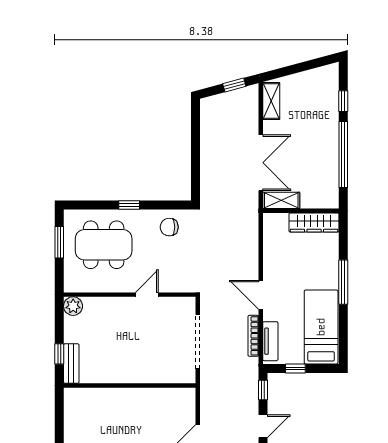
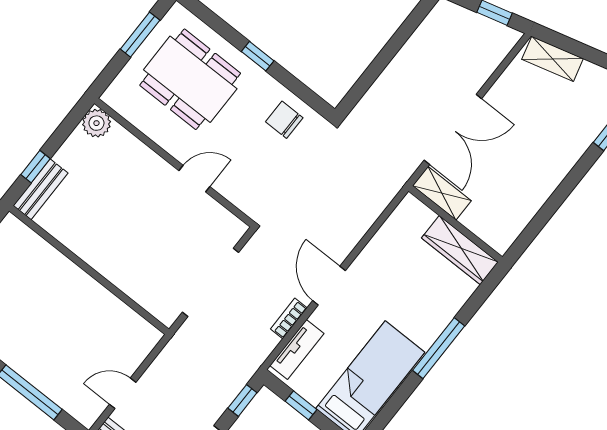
shelving: (271, 101) -> (553, 59), moved, turned 75
window: (343, 155) -> (558, 197), removed
bookcase: (253, 336) -> (289, 318), width x0.64

